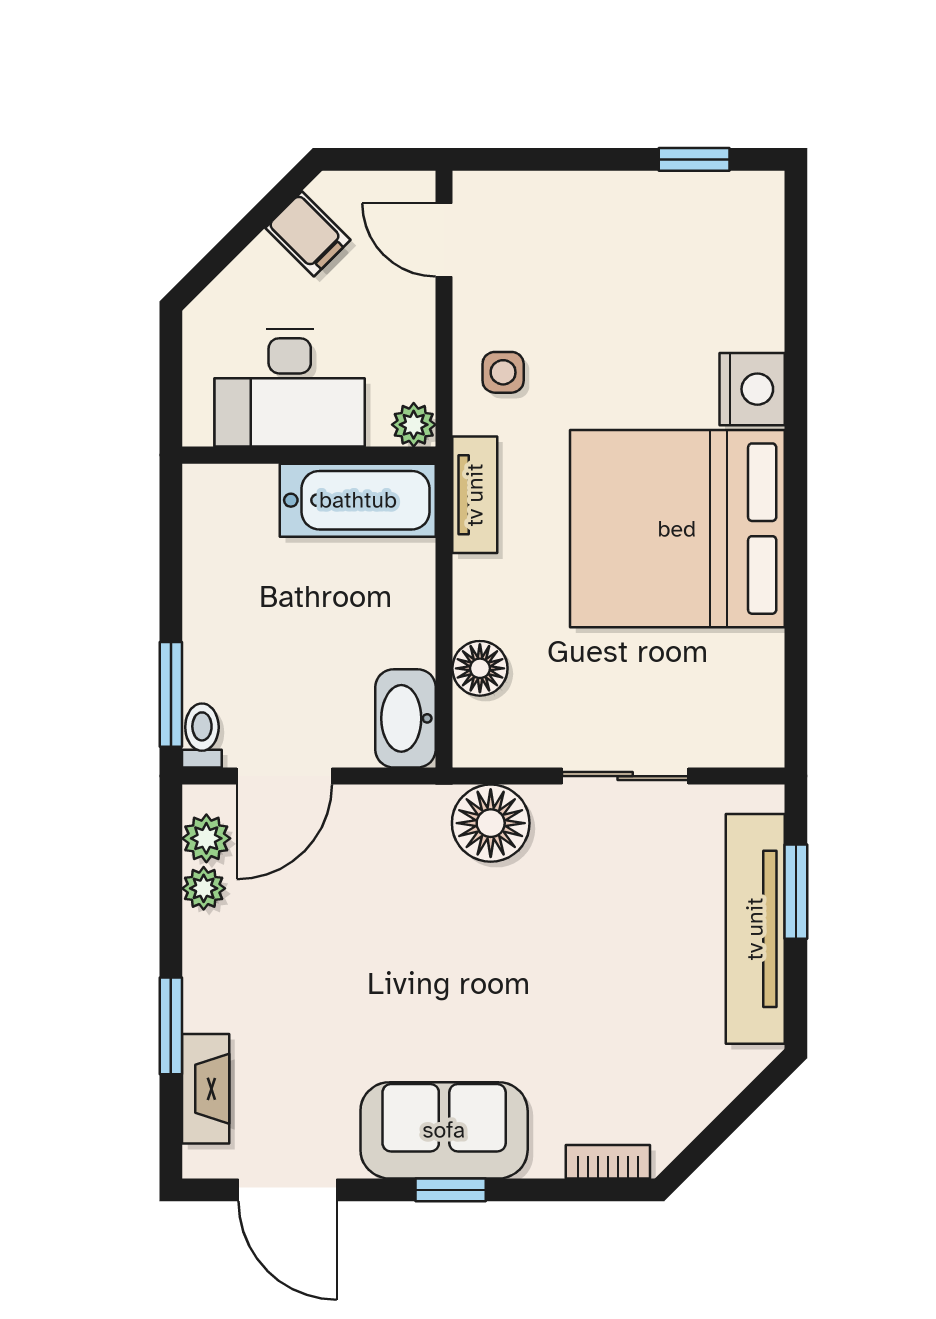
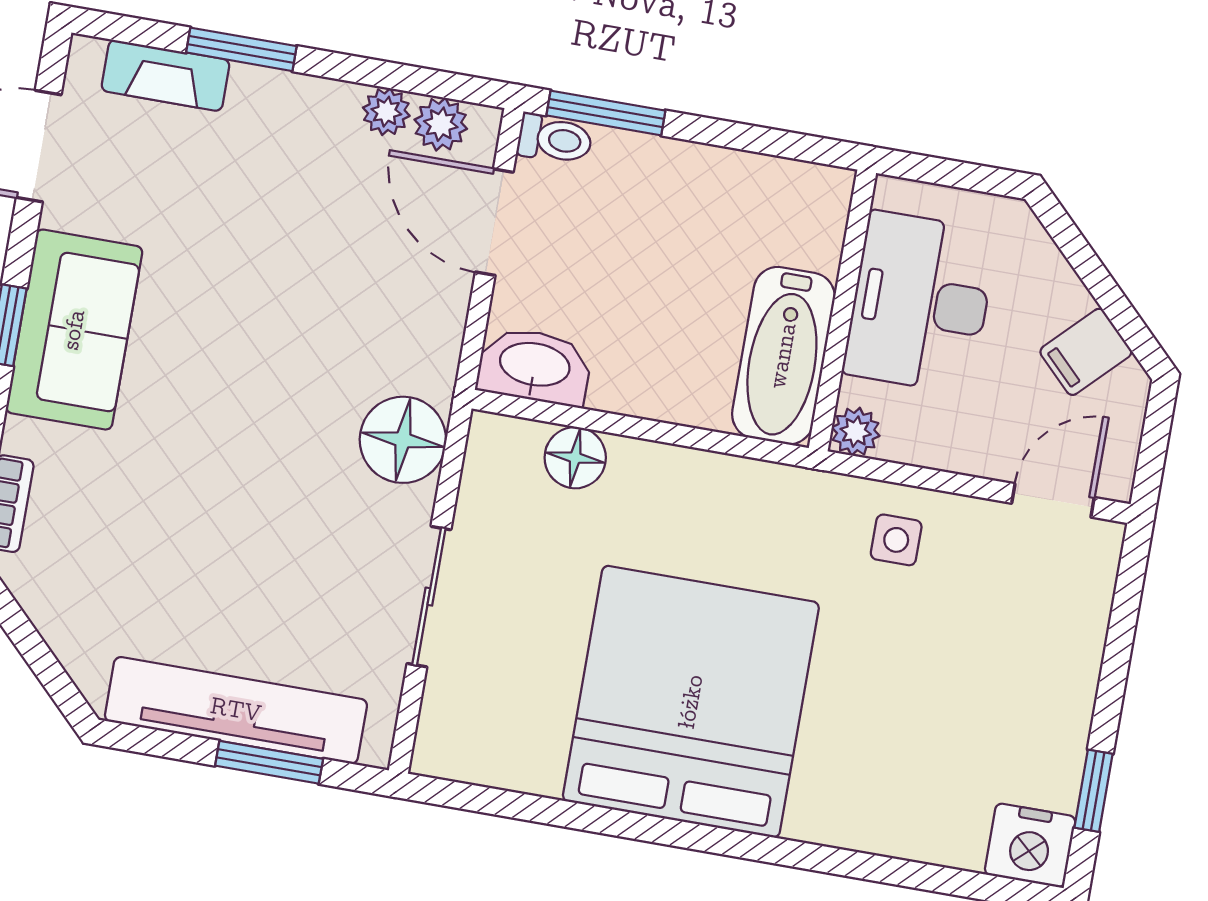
nightstand: (752, 389) -> (1030, 845), moved
tv unit: (475, 495) -> (767, 485), removed

